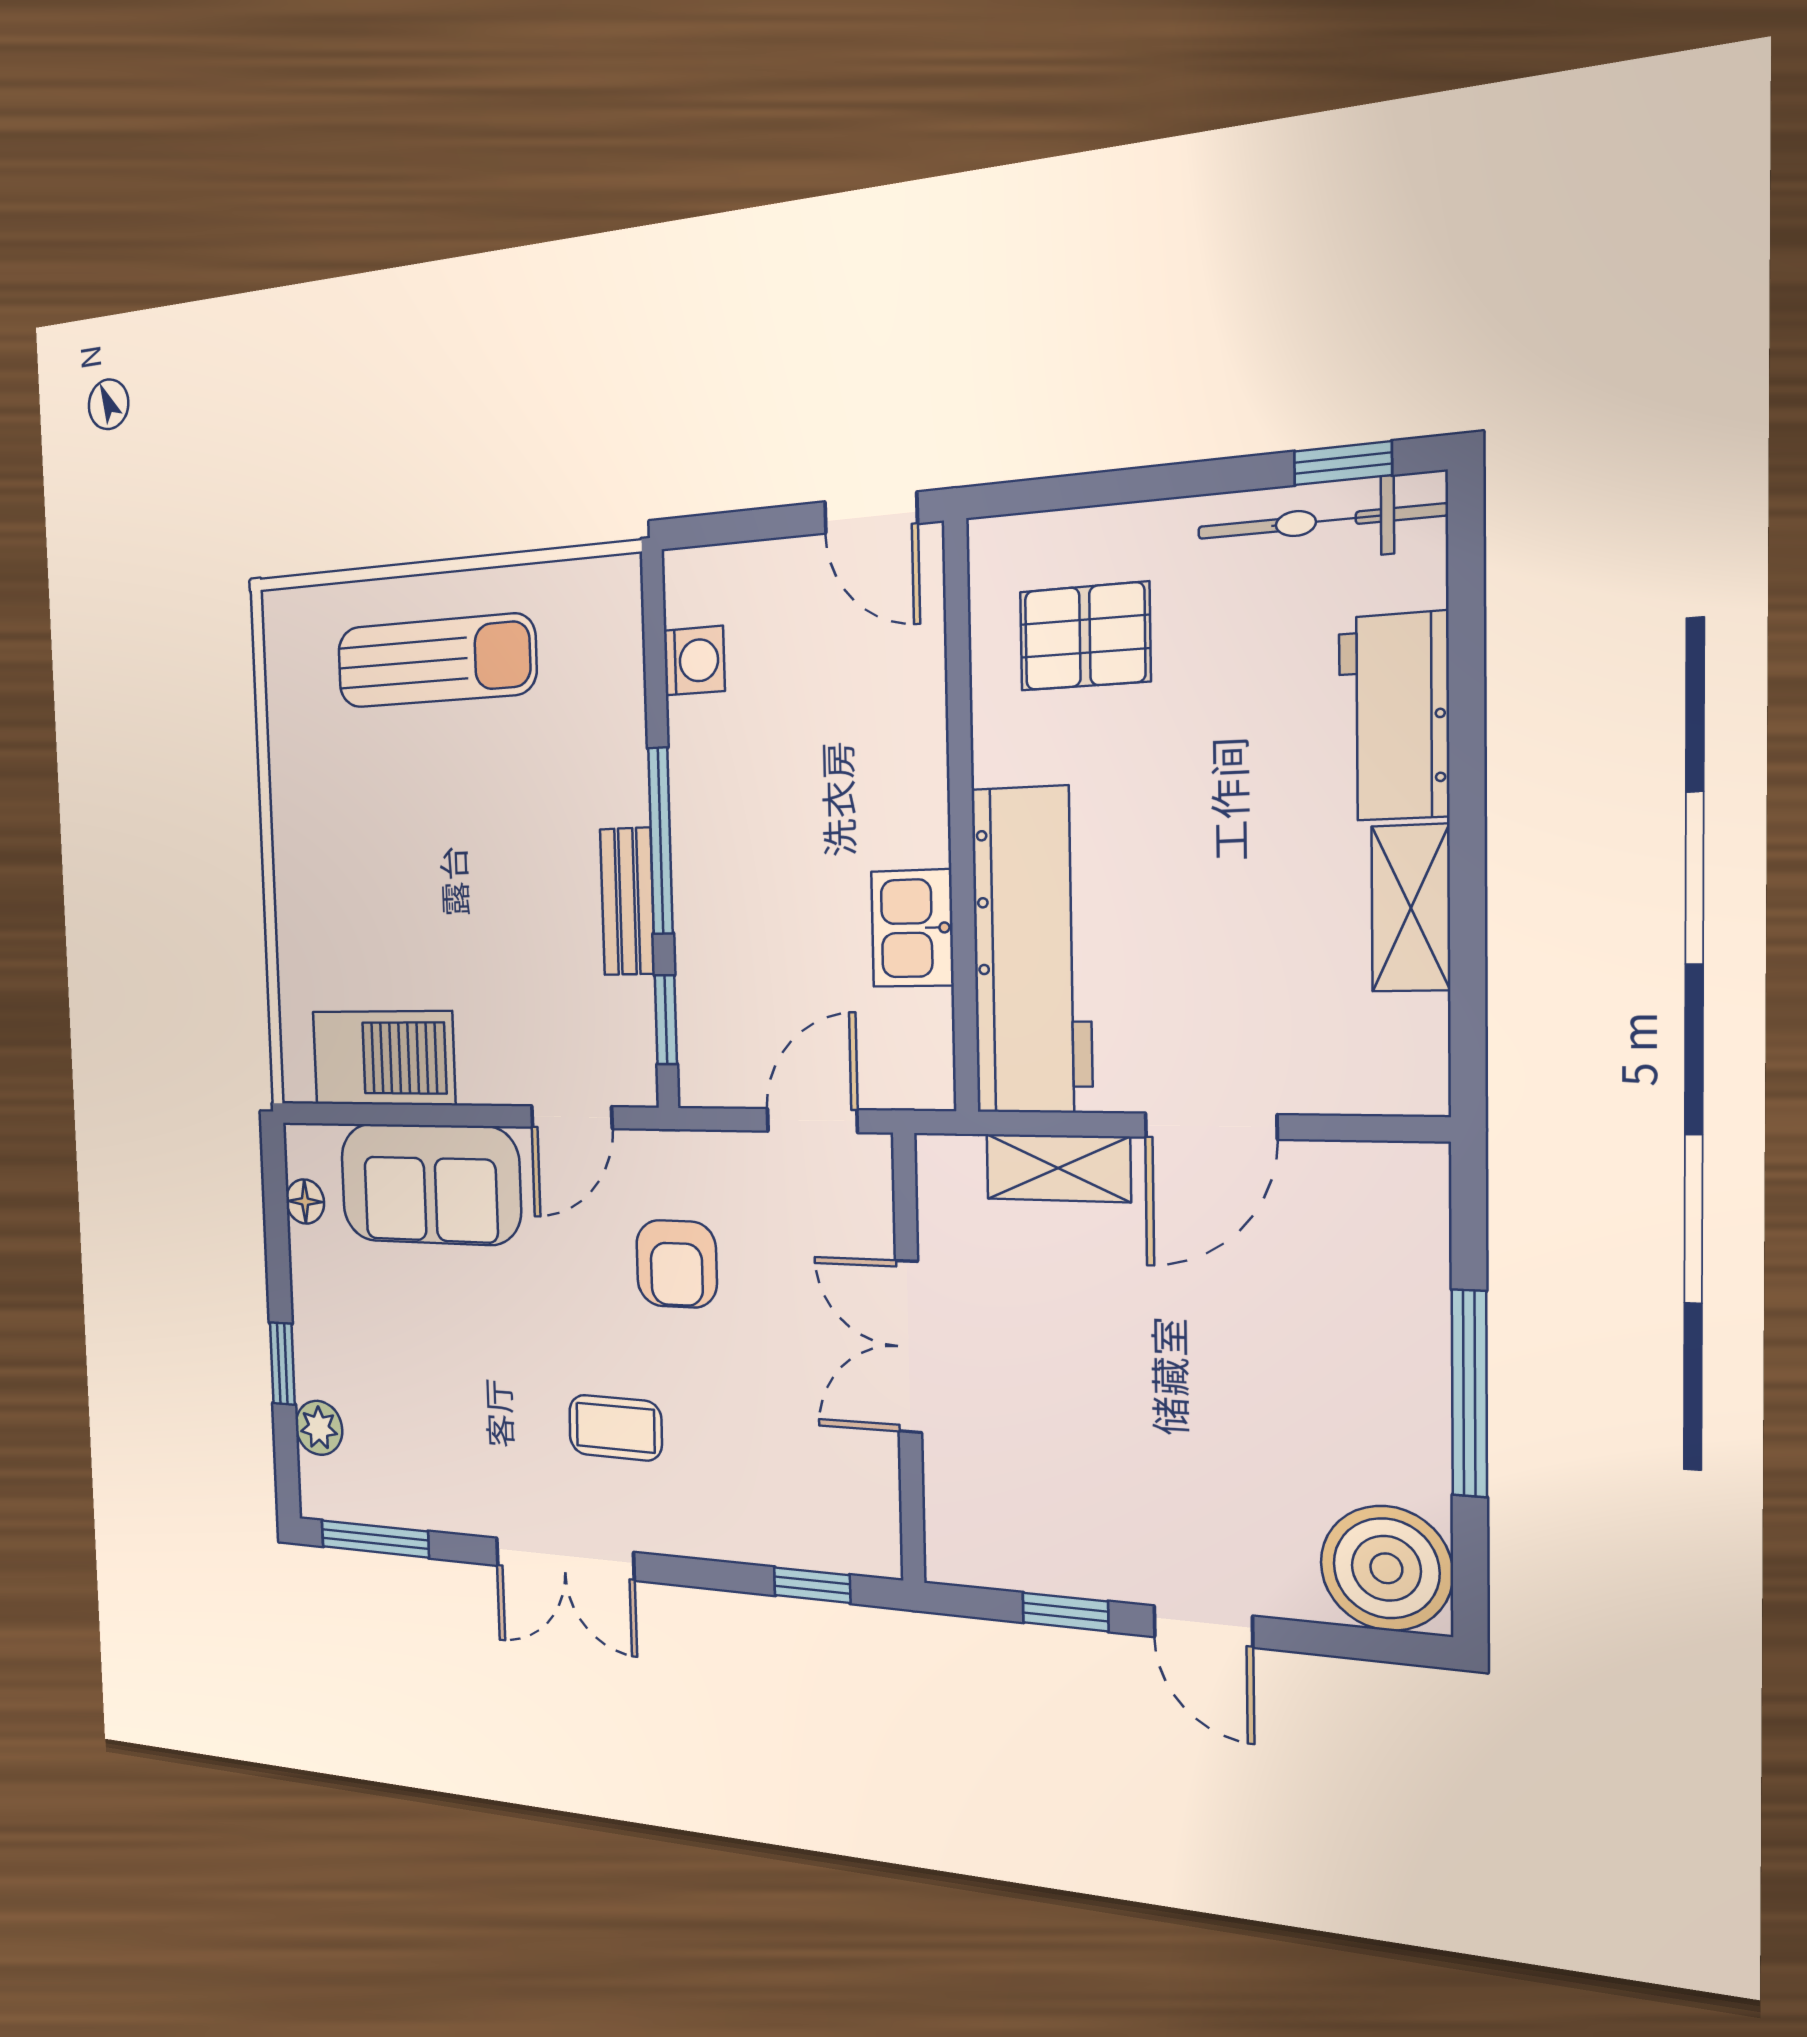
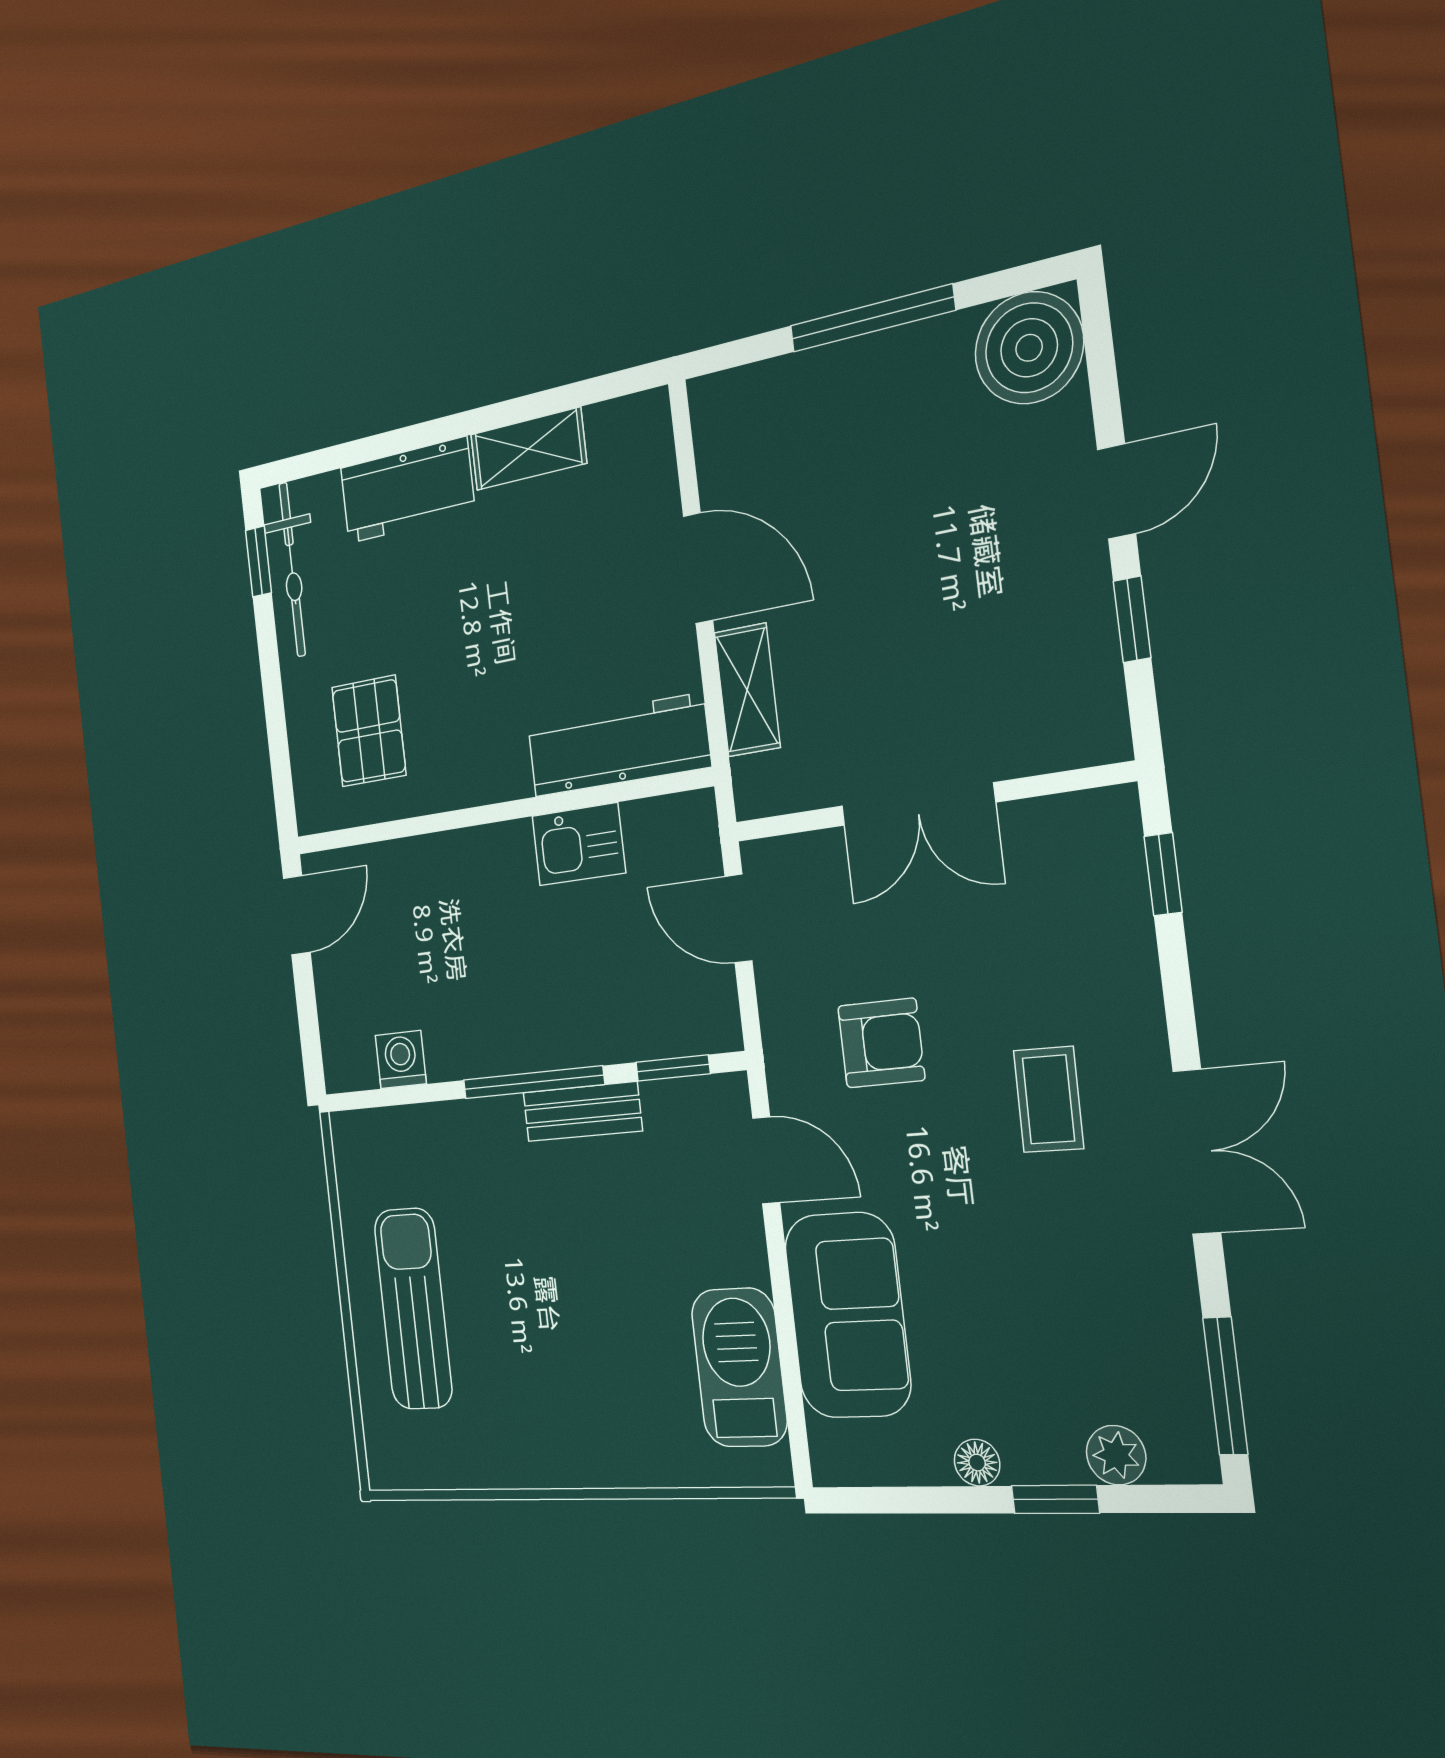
workbench: (1032, 950) -> (618, 745), width x0.73, depth x0.76
floor lamp: (305, 1202) -> (977, 1463), moved

